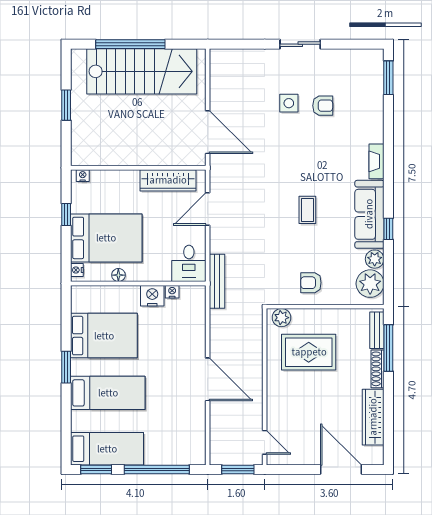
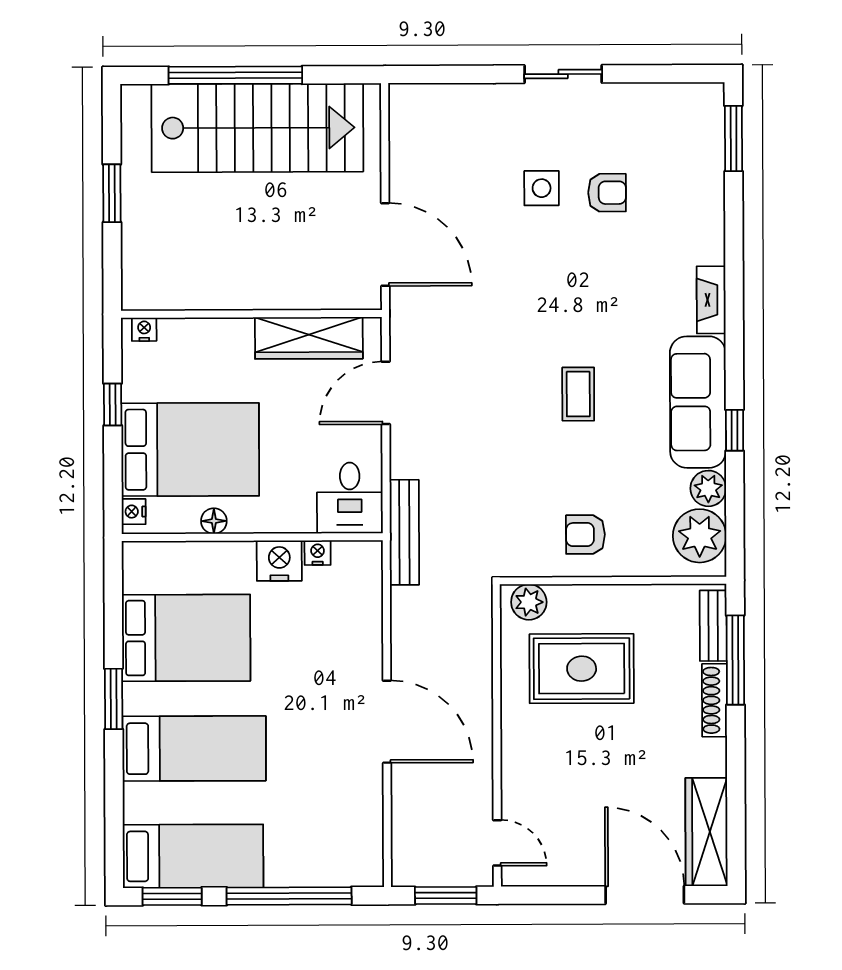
wardrobe: (373, 417) -> (706, 832), moved

